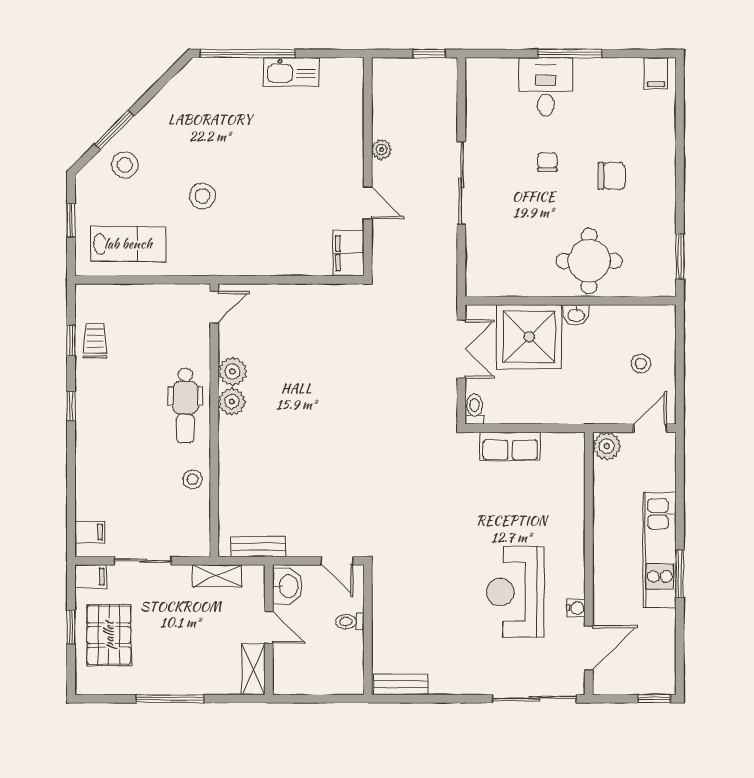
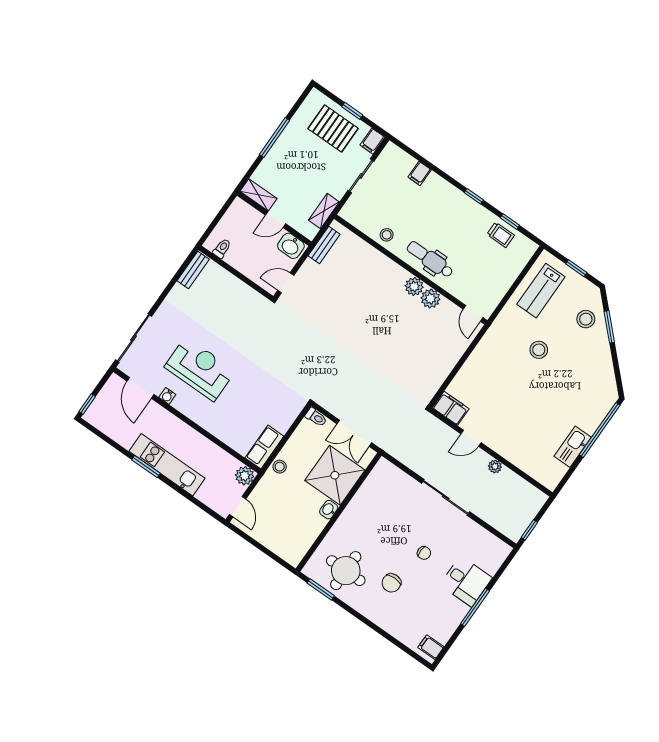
round table: (589, 261) -> (346, 571), moved
stool: (641, 364) -> (280, 467), moved
row of seats: (510, 446) -> (264, 447), moved
filing cabinet: (90, 532) -> (420, 173), moved
toilet: (350, 622) -> (222, 248), moved

